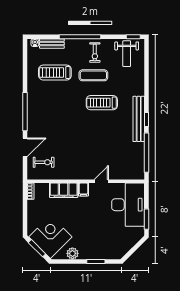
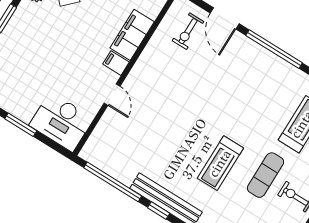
treadmill: (102, 103) -> (220, 163), turned 180
desk: (128, 205) -> (61, 122), width x0.73, depth x0.77

